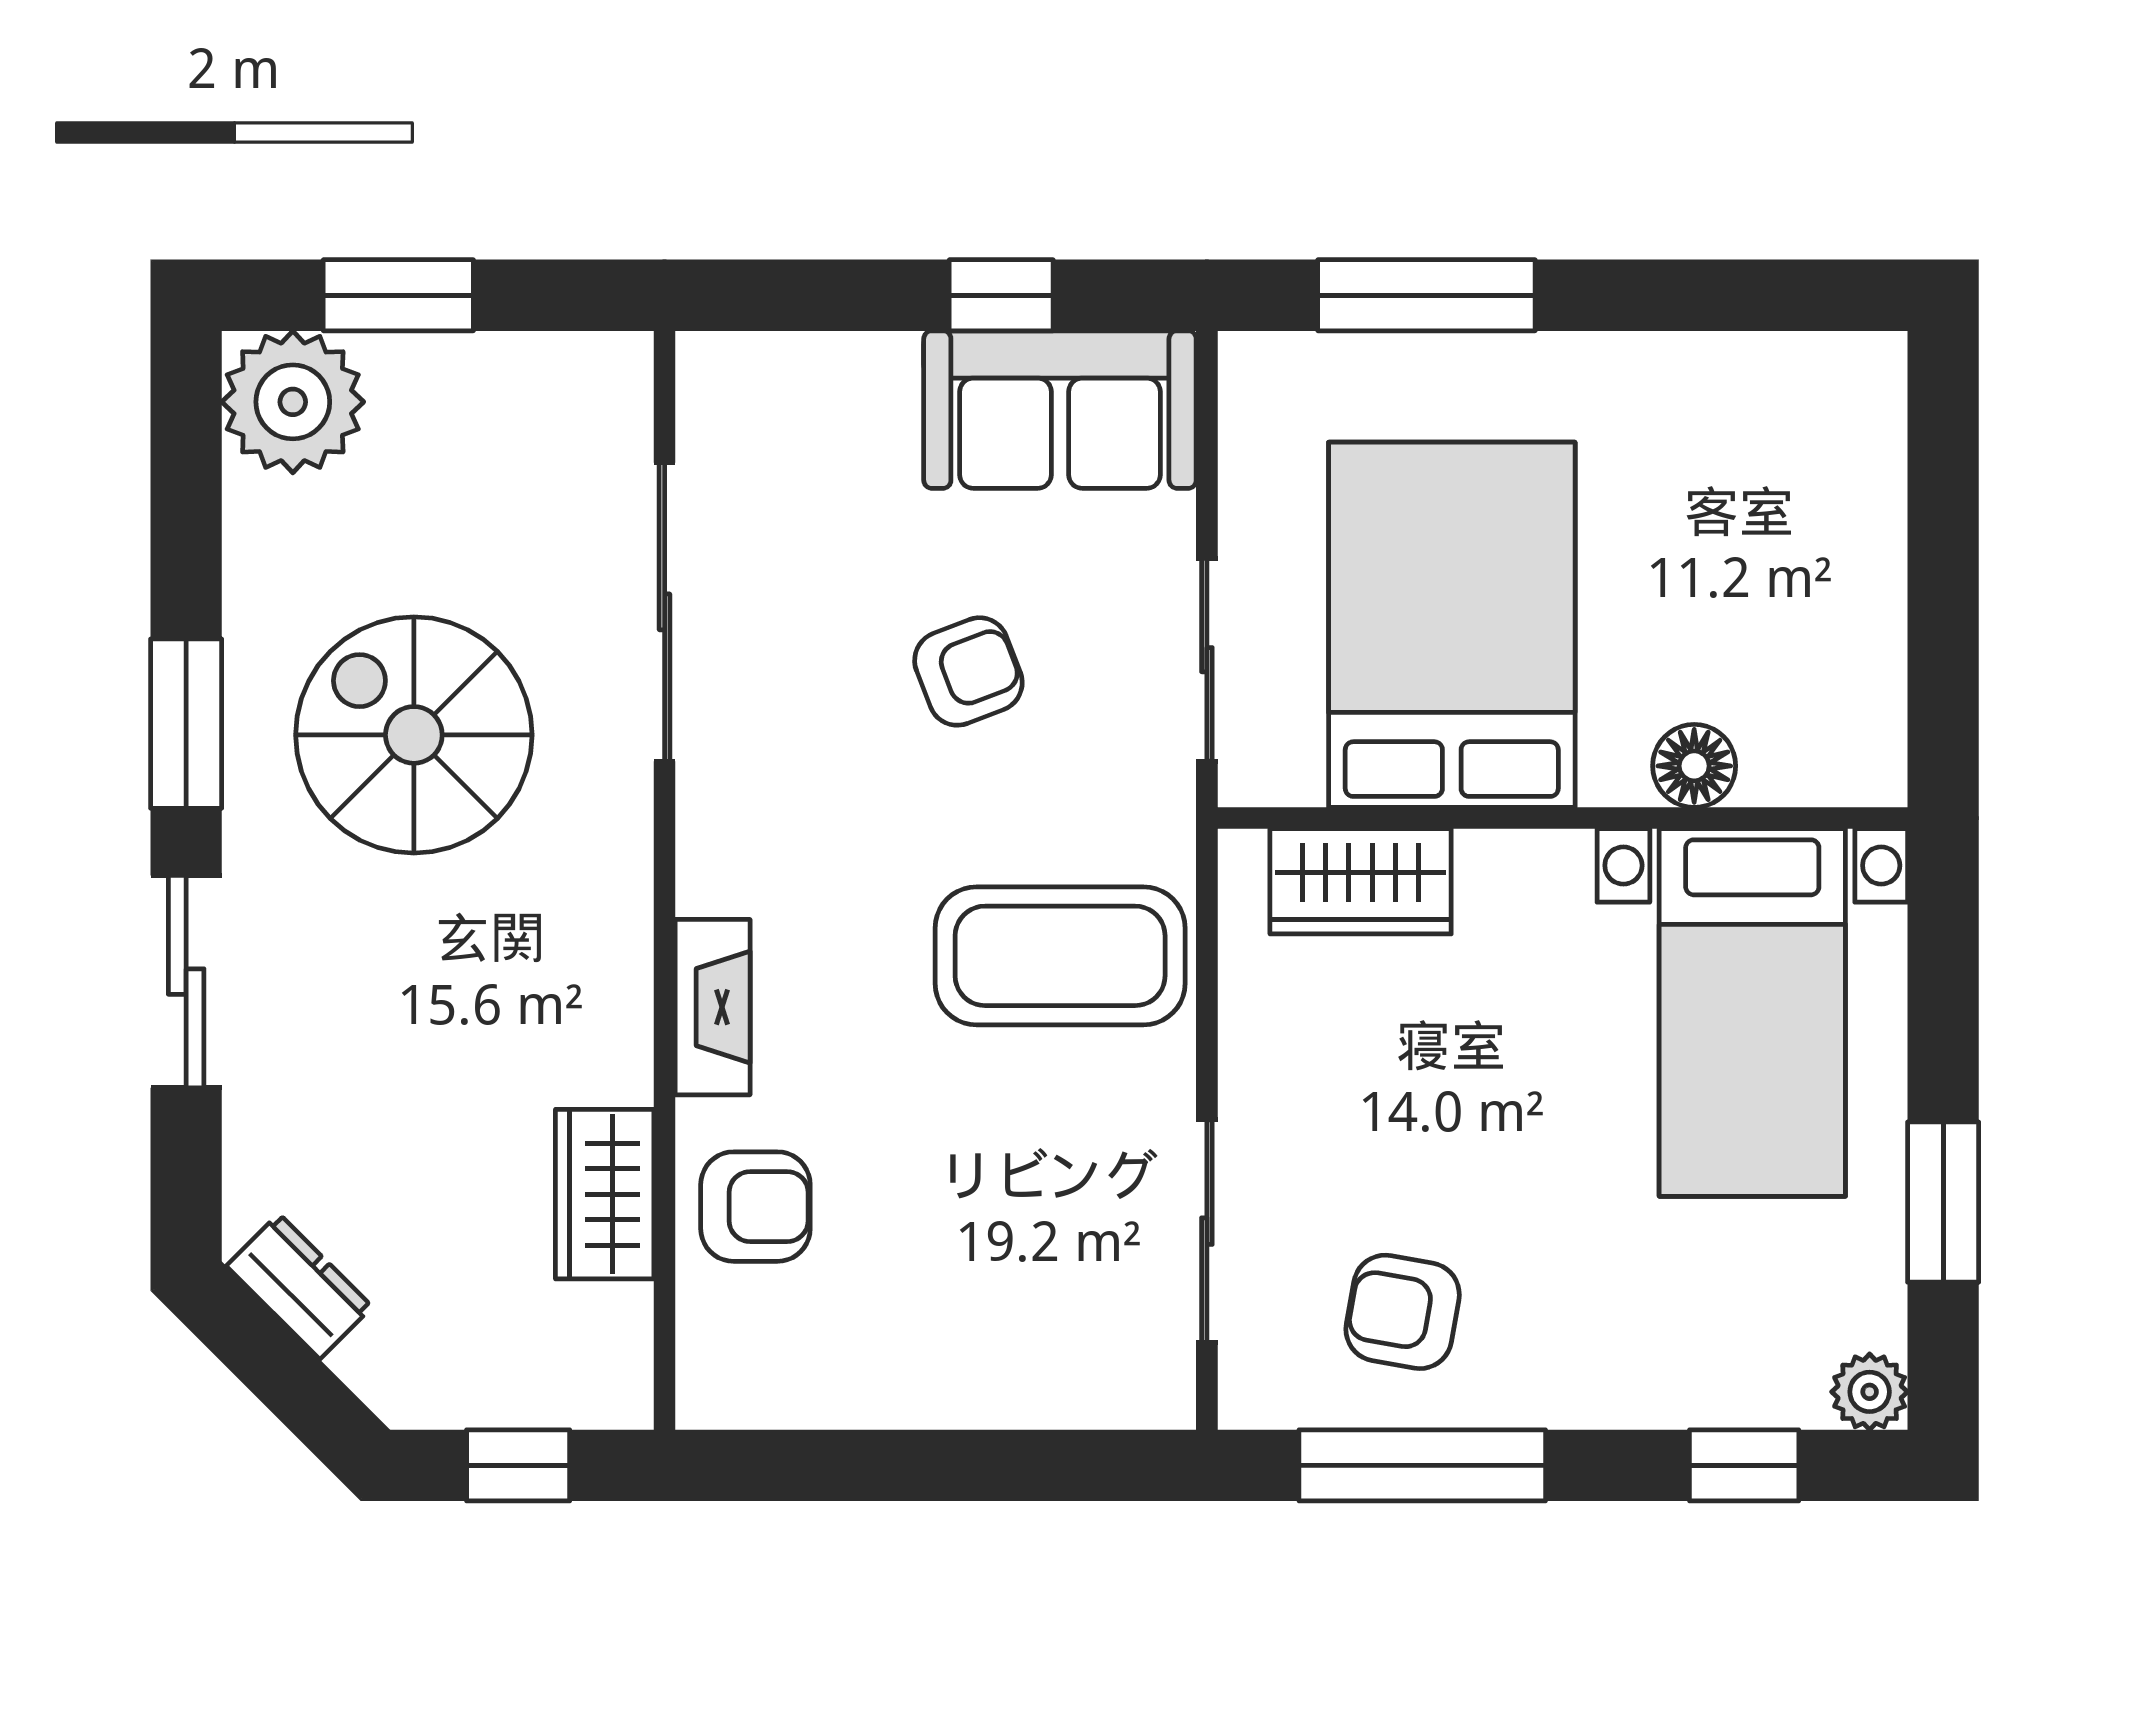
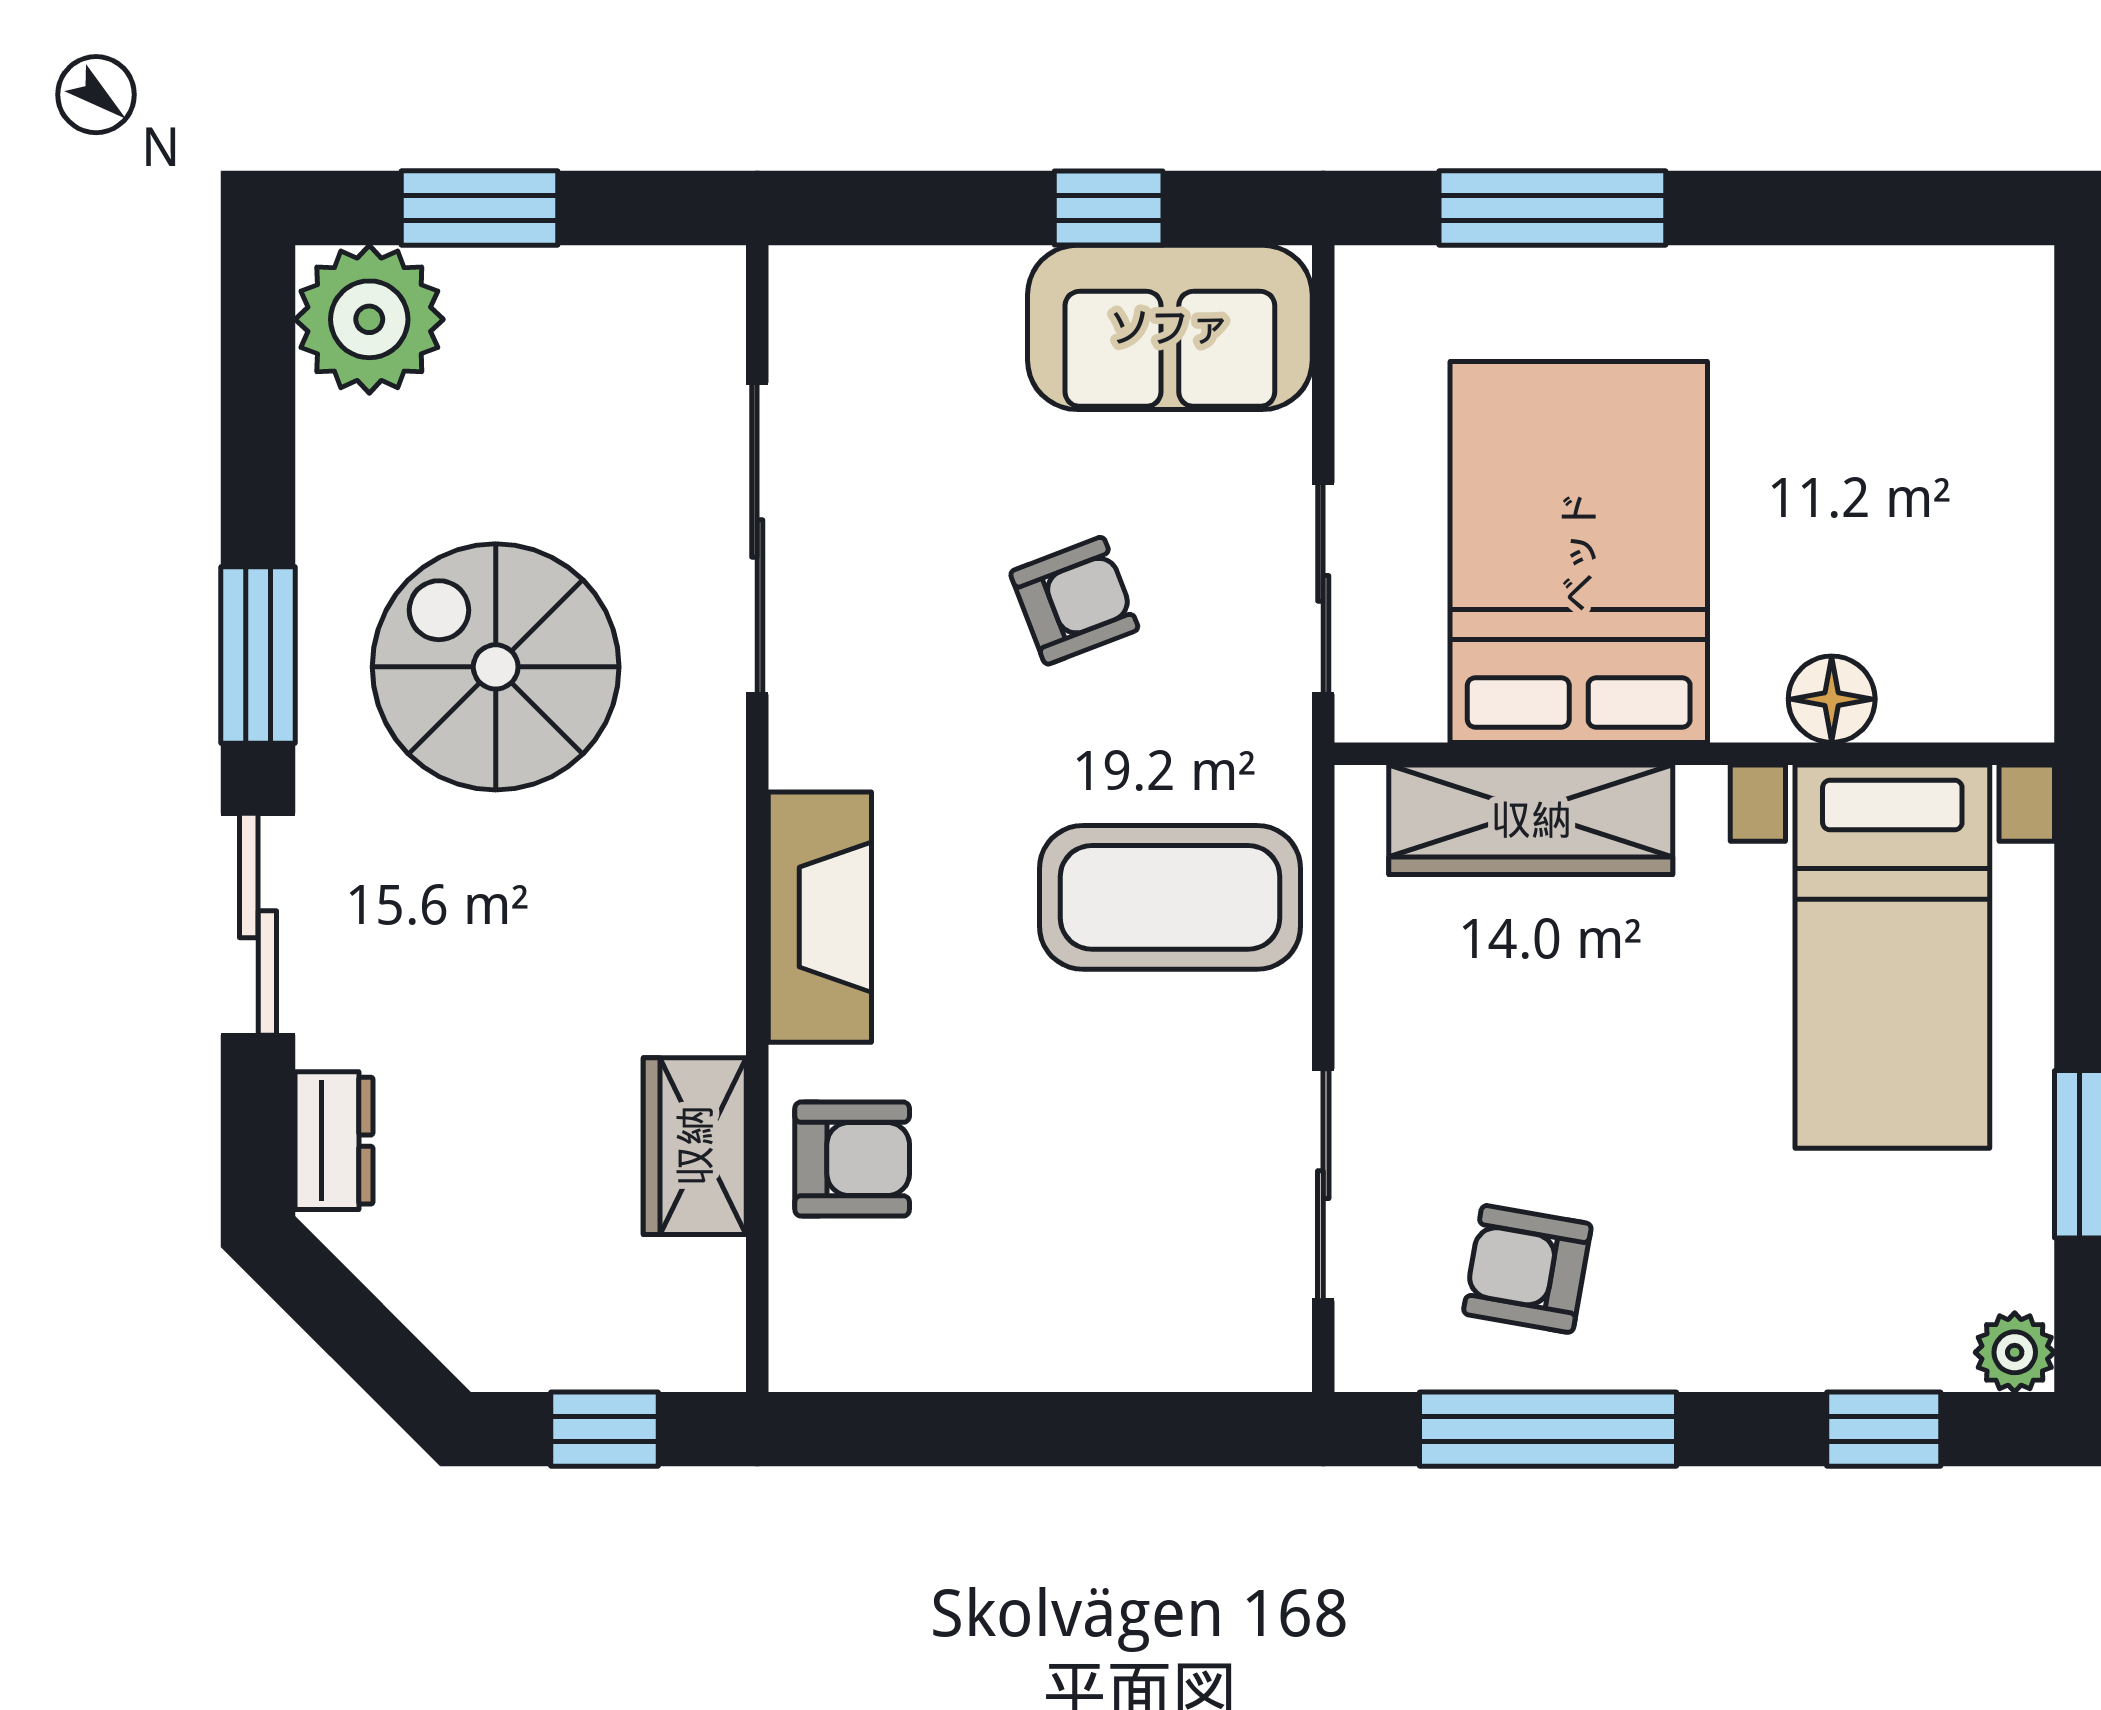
wardrobe: (1361, 881) -> (1531, 820), width x1.50
fireplace: (713, 1007) -> (820, 917), width x1.37, depth x1.32
dresser: (299, 1286) -> (334, 1141), moved, turned 45

